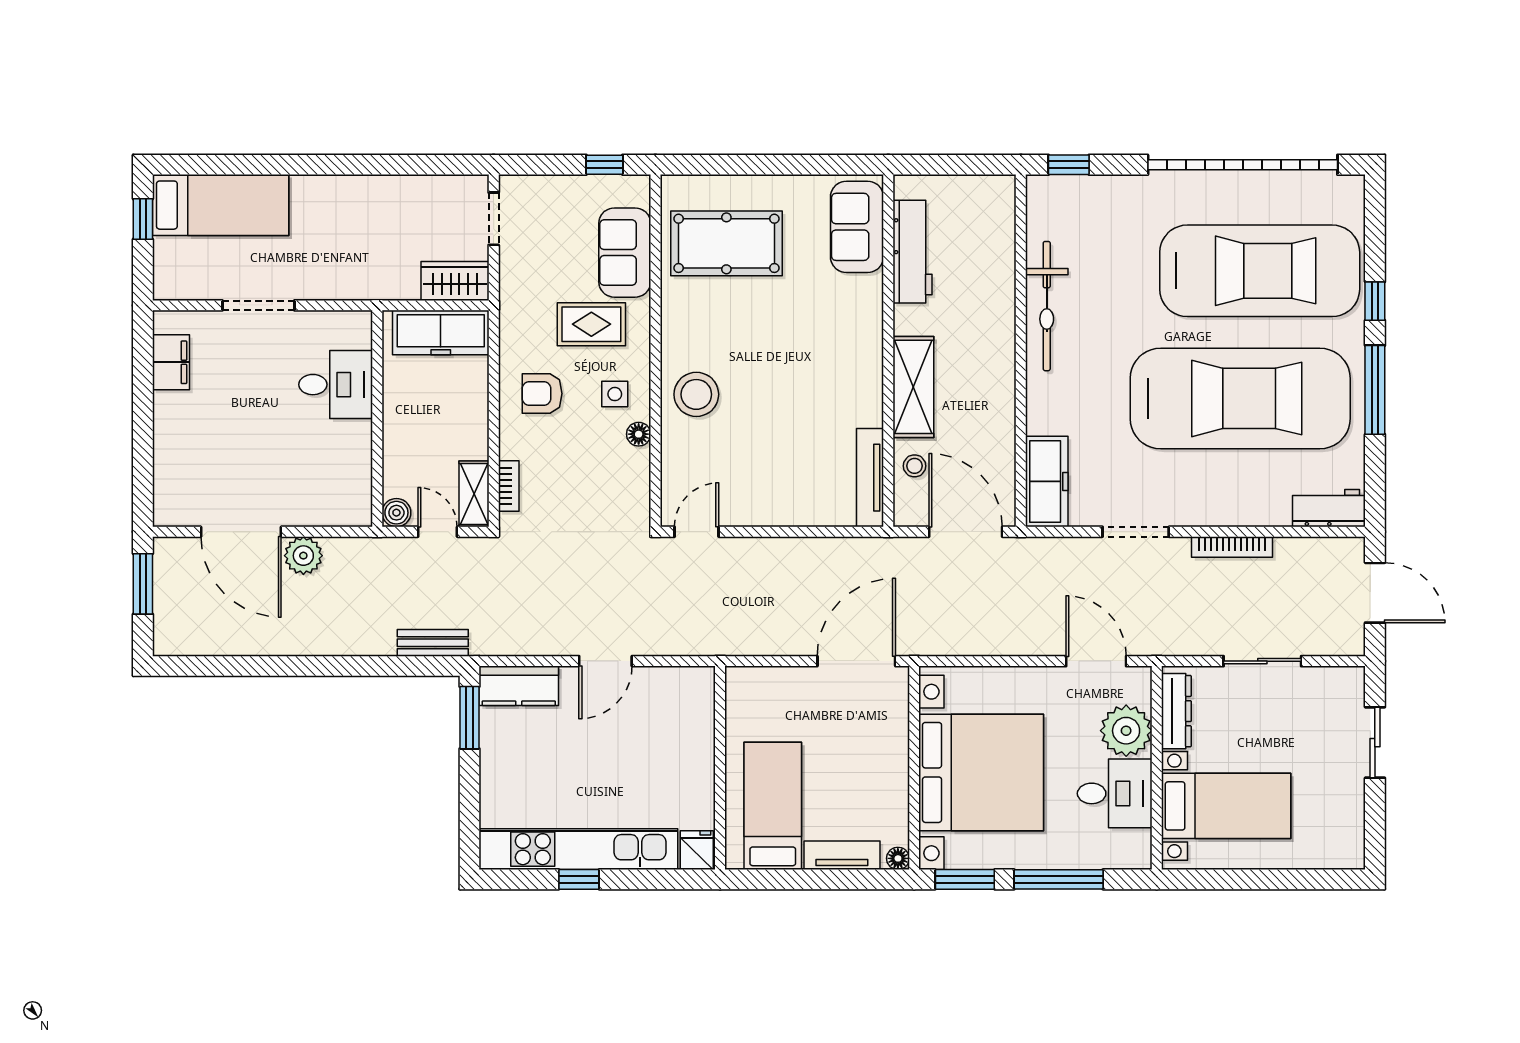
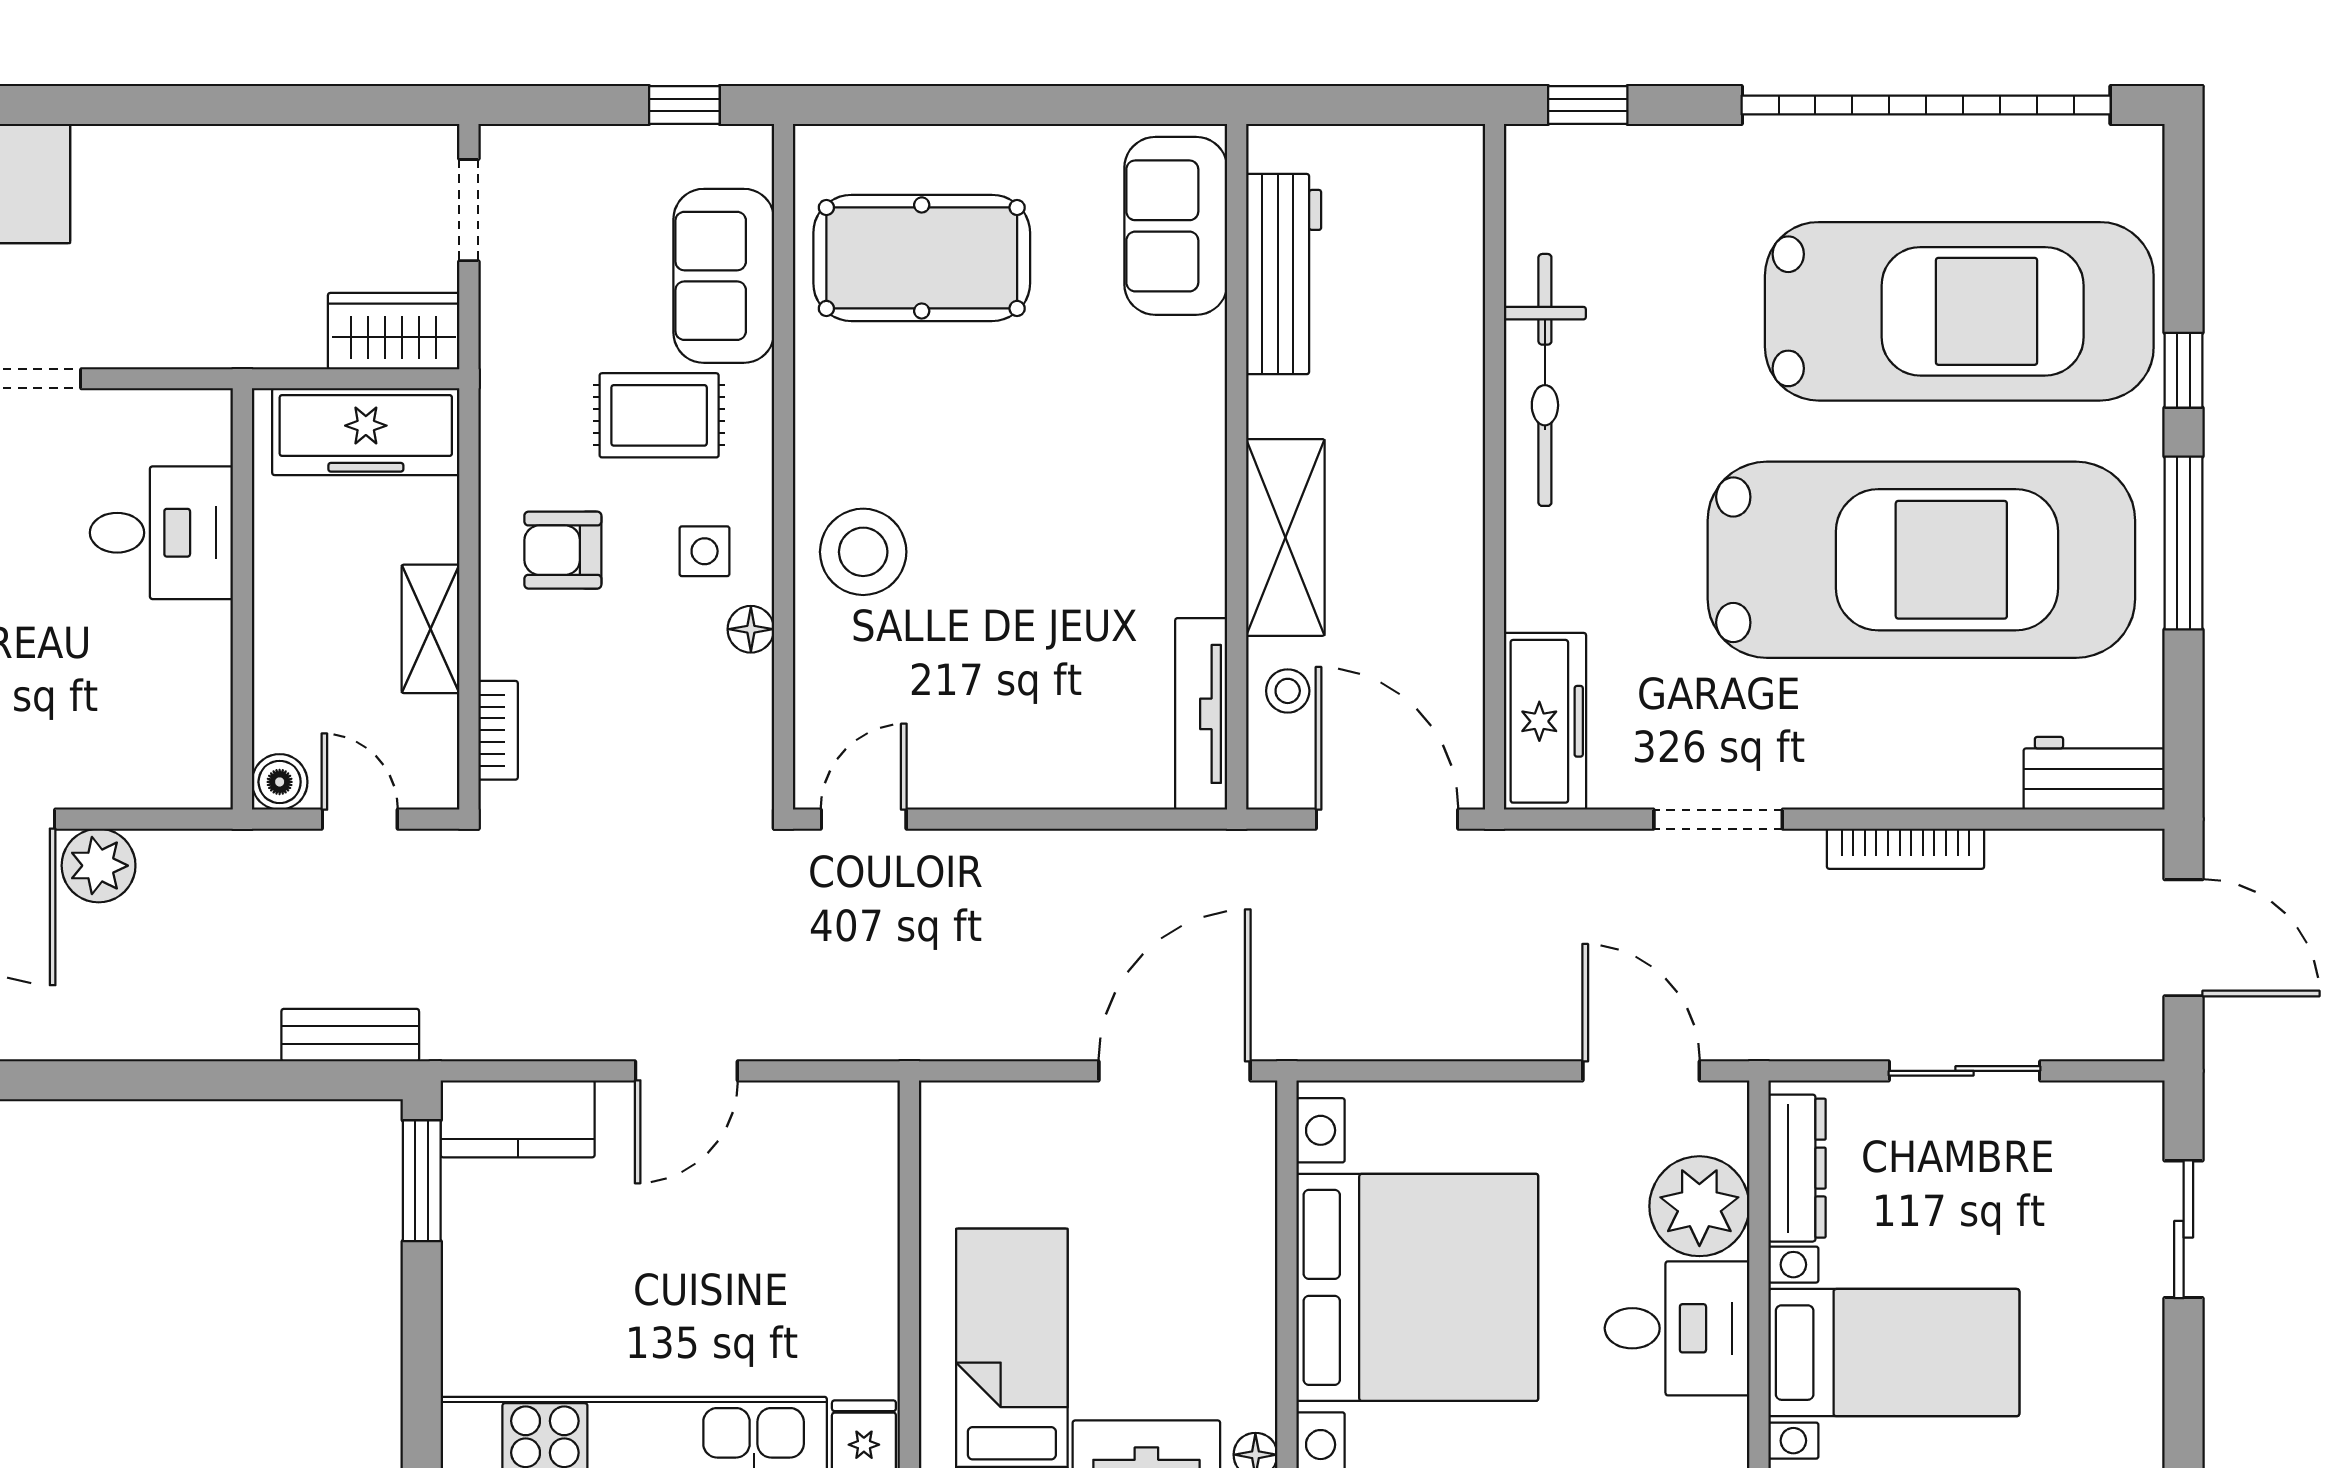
shelving: (474, 494) -> (431, 629), moved

